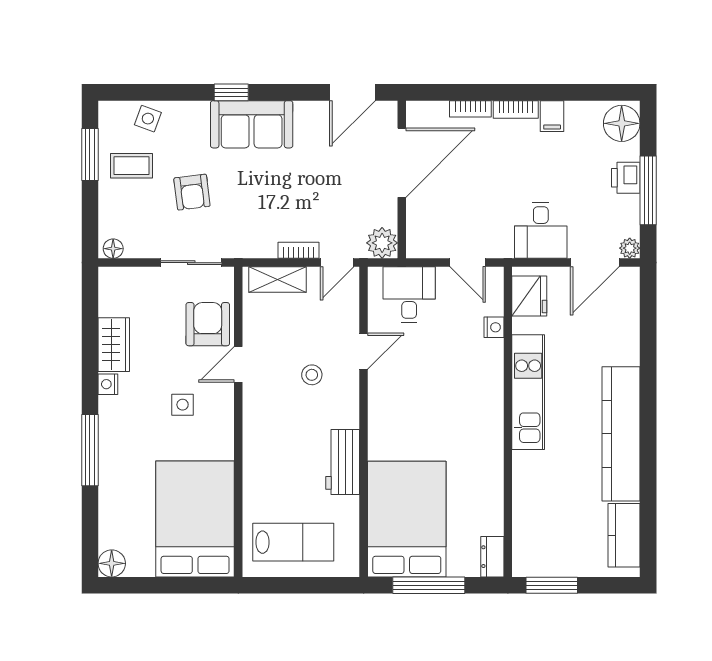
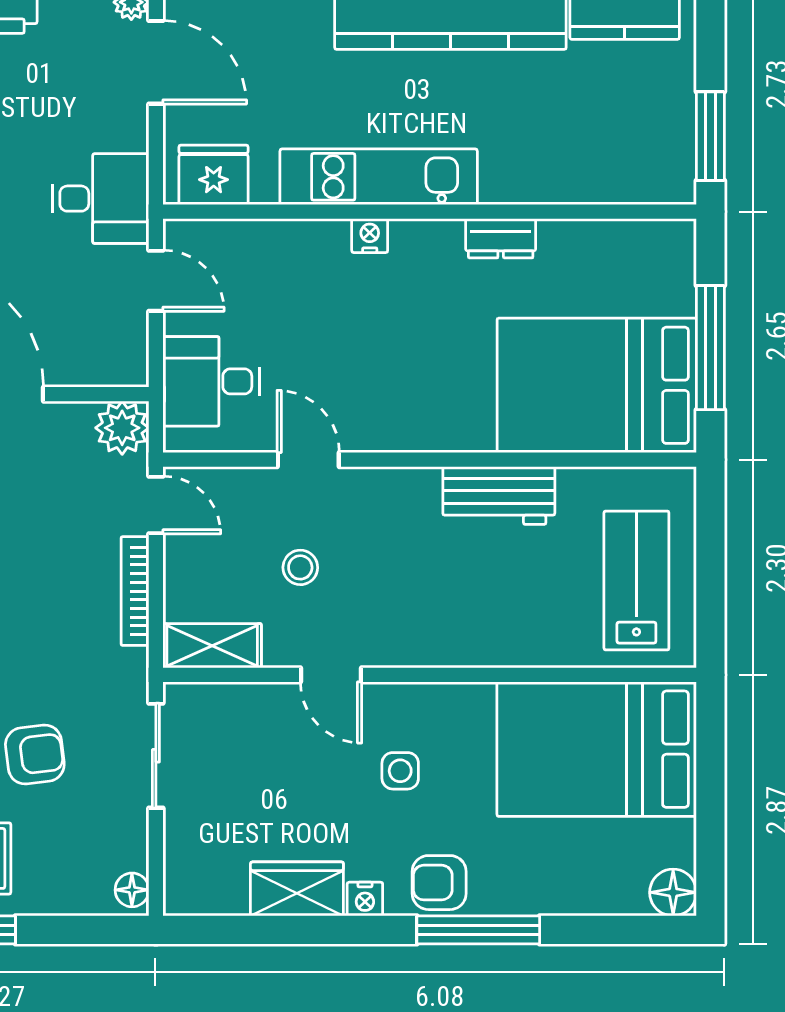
desk: (541, 230) -> (100, 199), moved
bookcase: (299, 250) -> (135, 591), width x1.56
door: (468, 263) -> (156, 281), hinge flipped
shelving: (278, 280) -> (212, 646), moved, turned 90
armchair: (208, 324) -> (439, 883), moved, width x0.72, depth x0.72
nightstand: (494, 327) -> (370, 236), moved
stool: (312, 375) -> (300, 567), moved
dresser: (492, 557) -> (501, 238), moved

